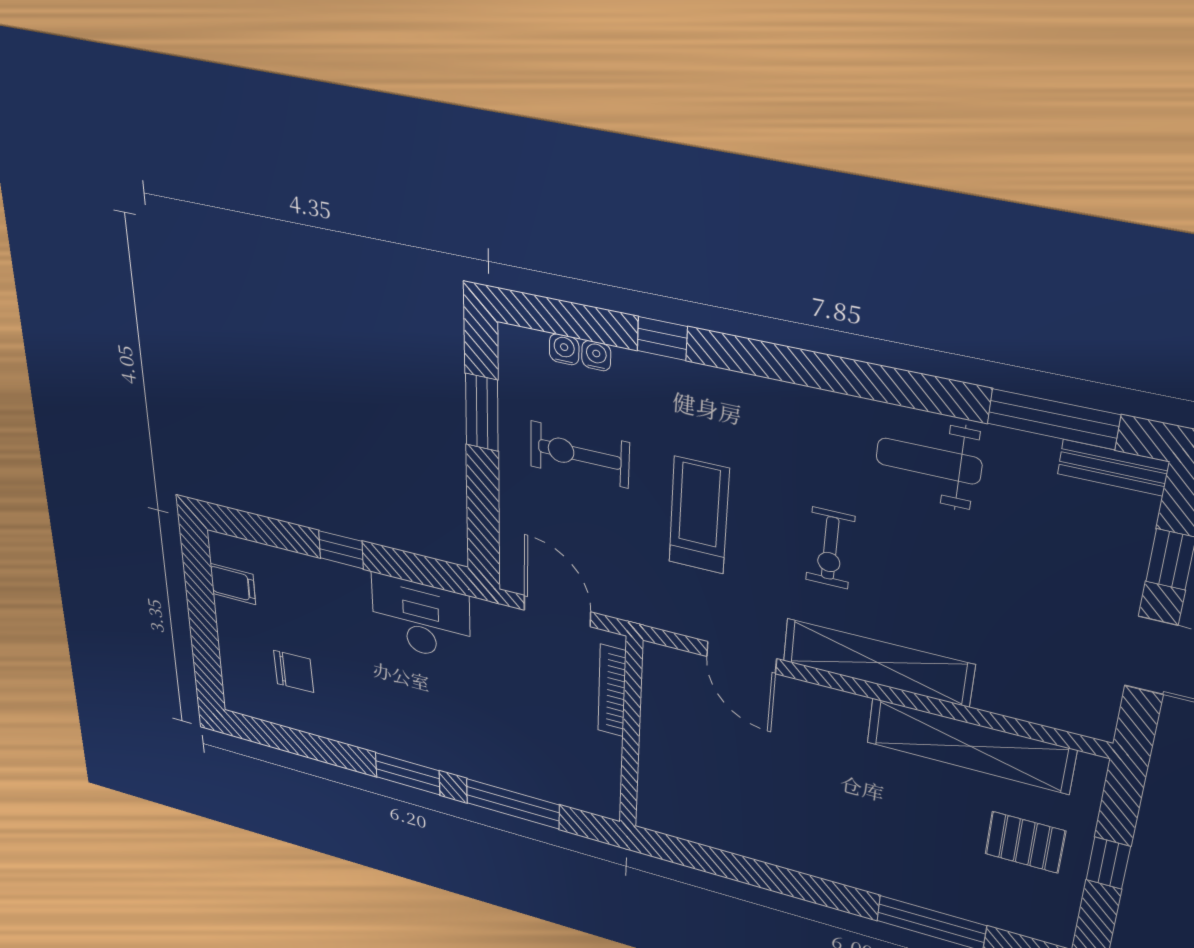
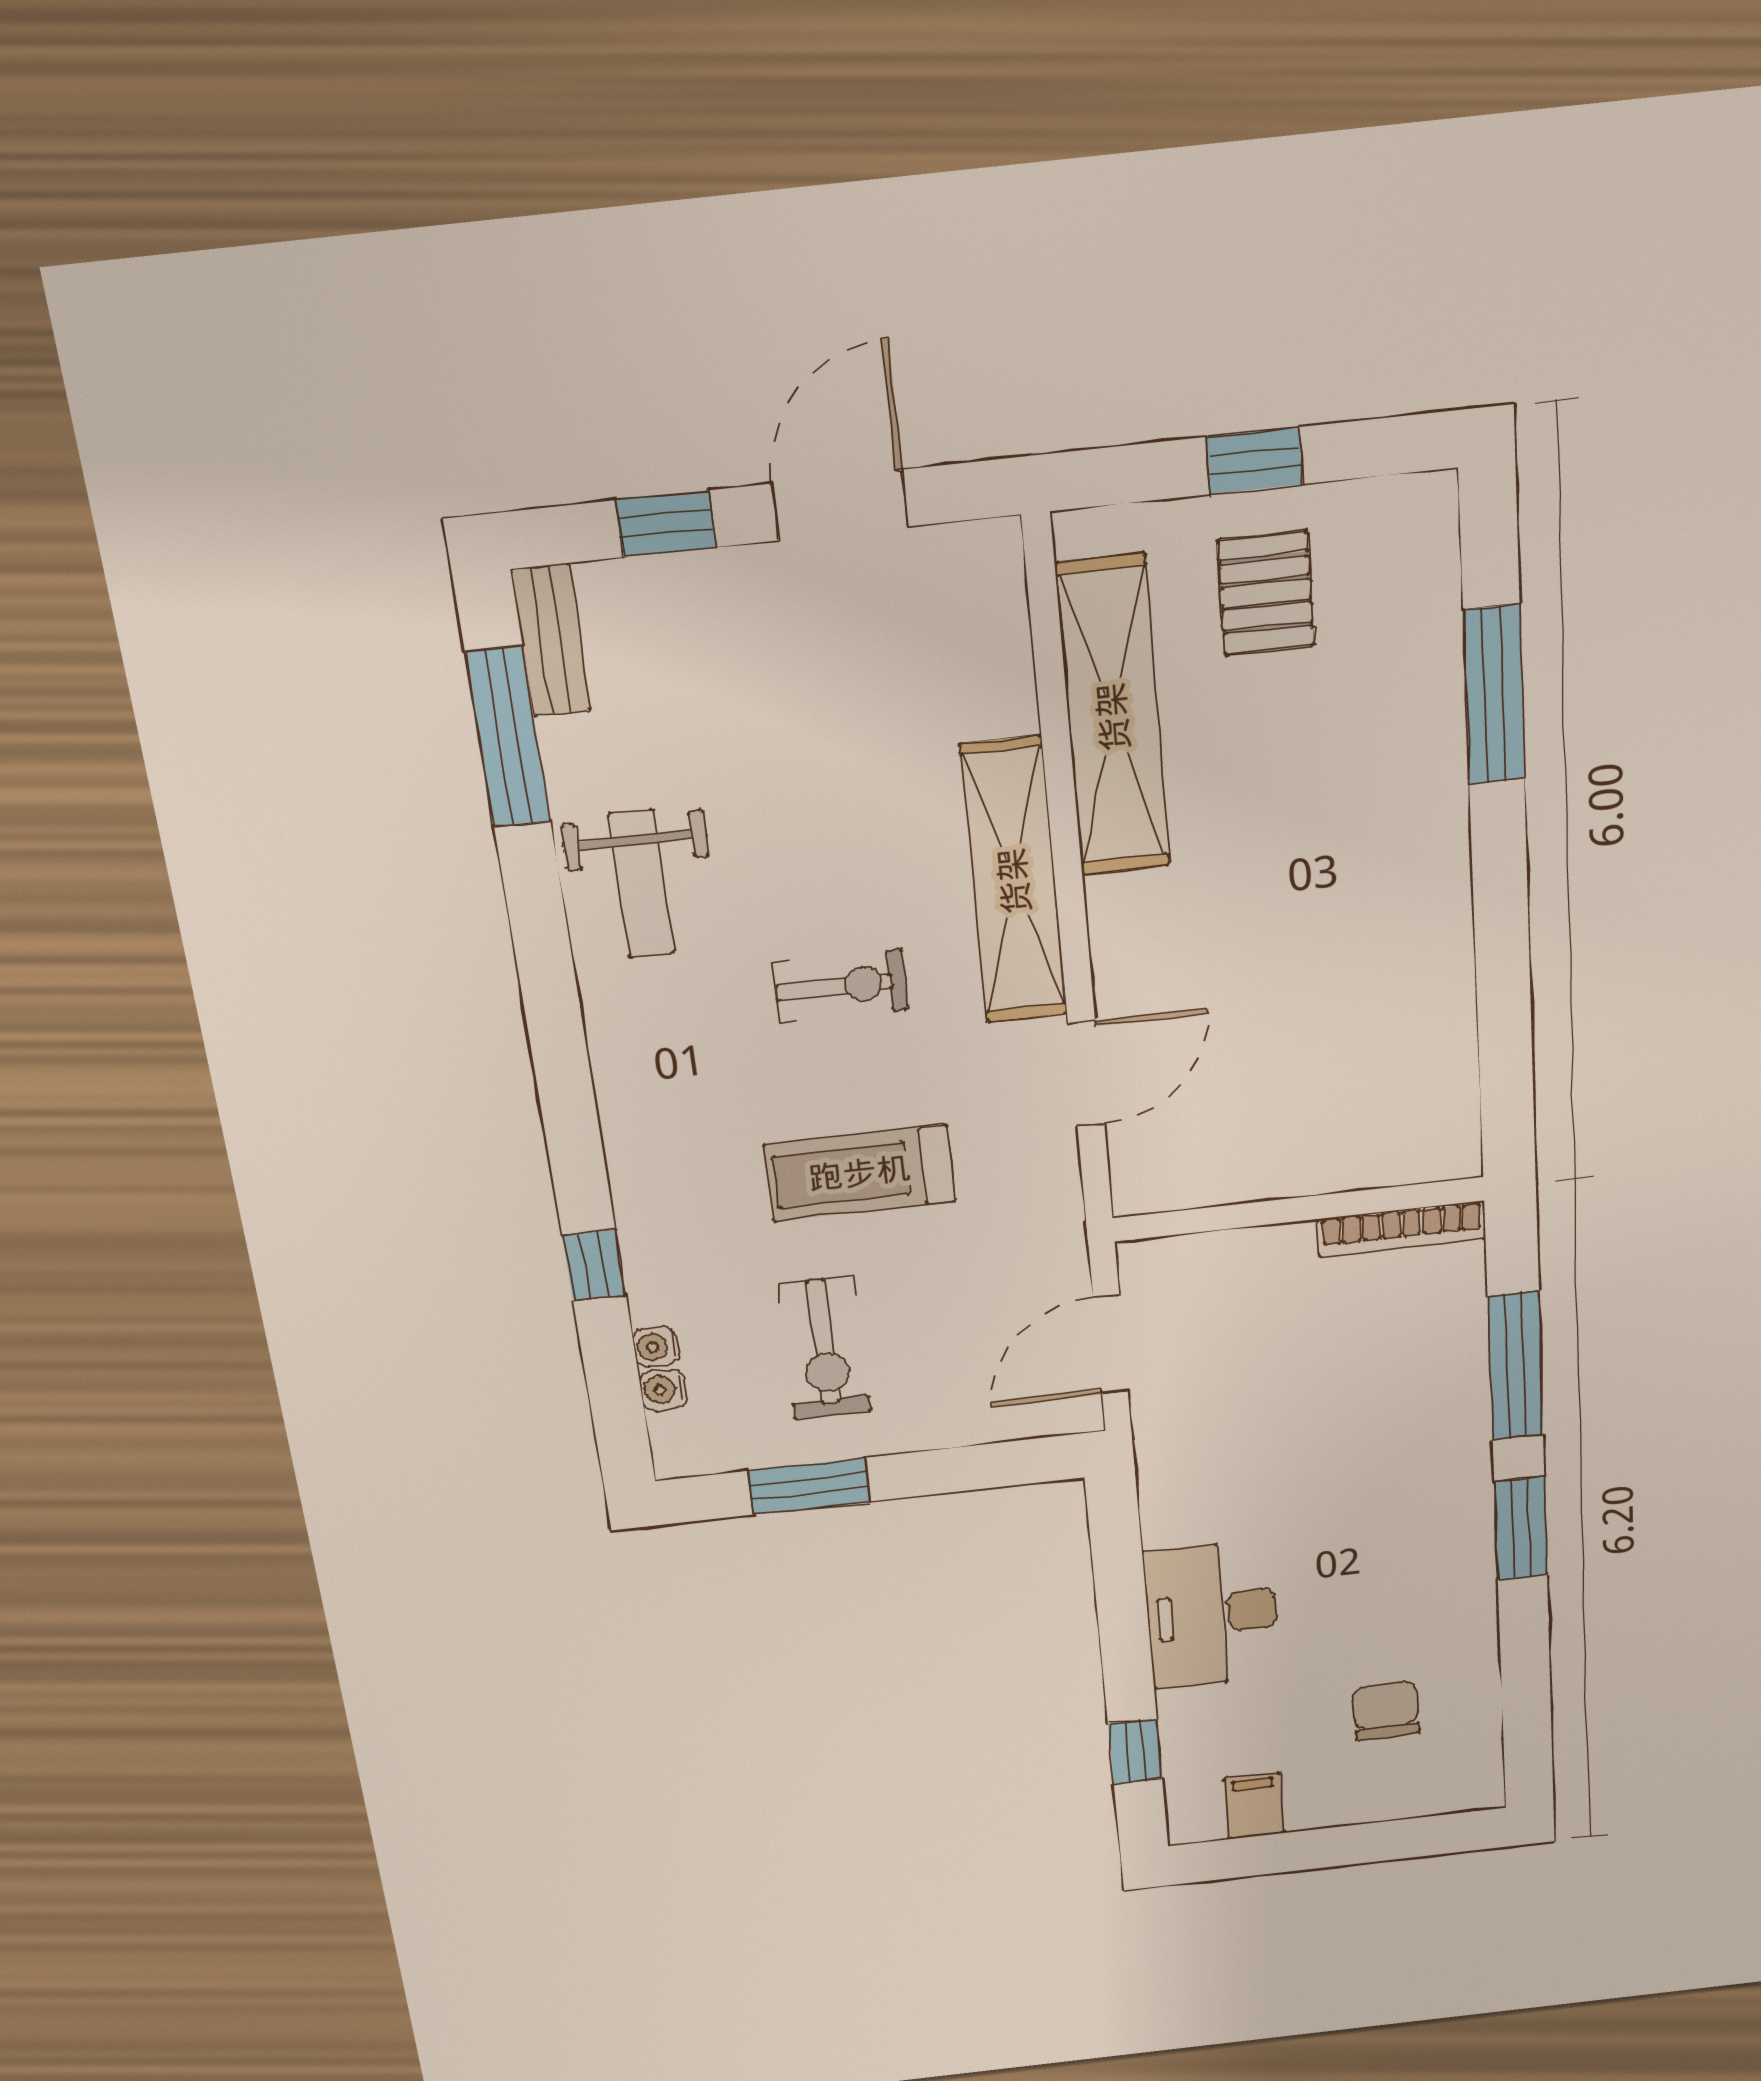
window: (341, 550) -> (1135, 1751), moved
desk: (421, 618) -> (1212, 1614), moved
bookcase: (612, 691) -> (1402, 1229), moved

